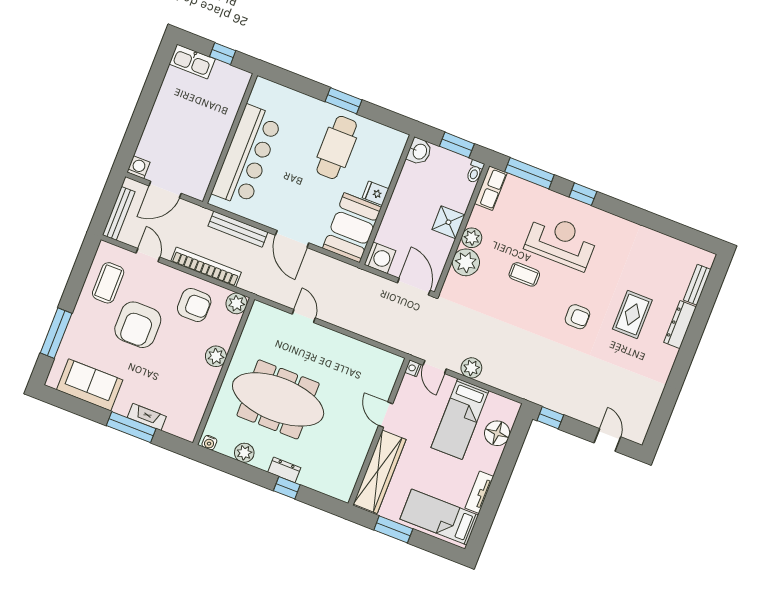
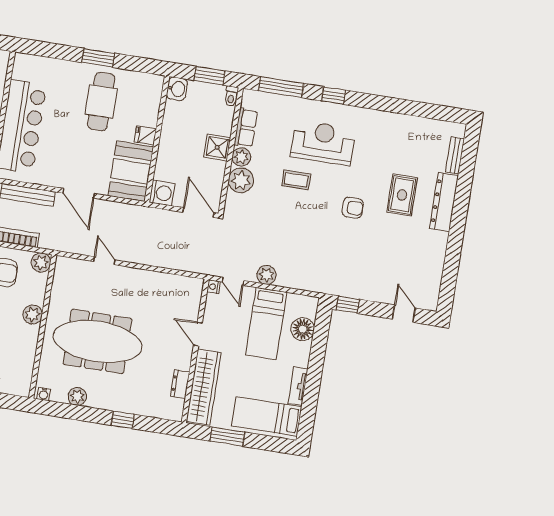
row of seats: (491, 188) -> (246, 128), moved
dresser: (680, 325) -> (444, 202), width x1.37, depth x1.24
dresser: (284, 470) -> (180, 384), moved, turned -90

